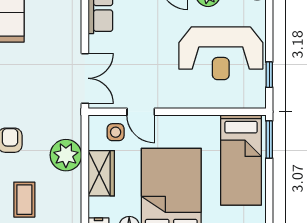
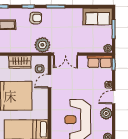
plant: (66, 155) -> (42, 45), moved

